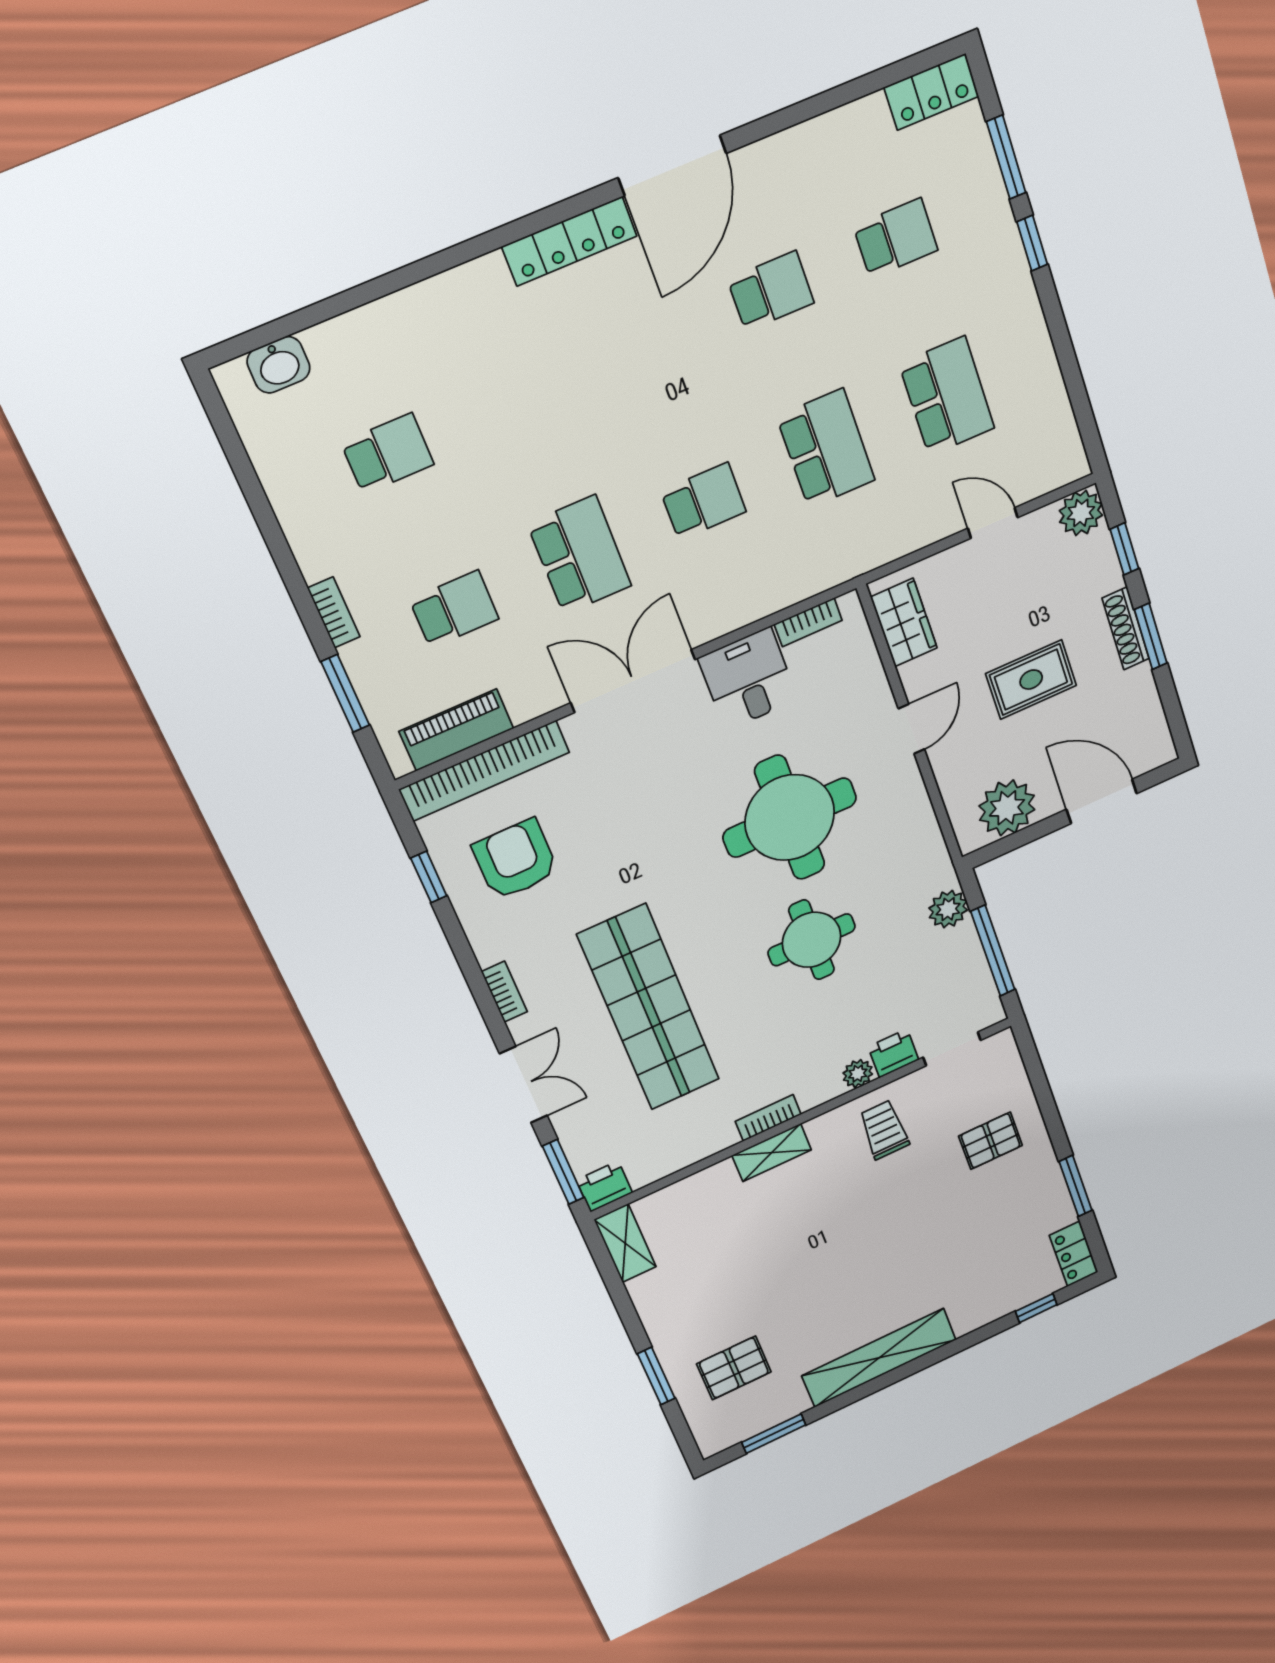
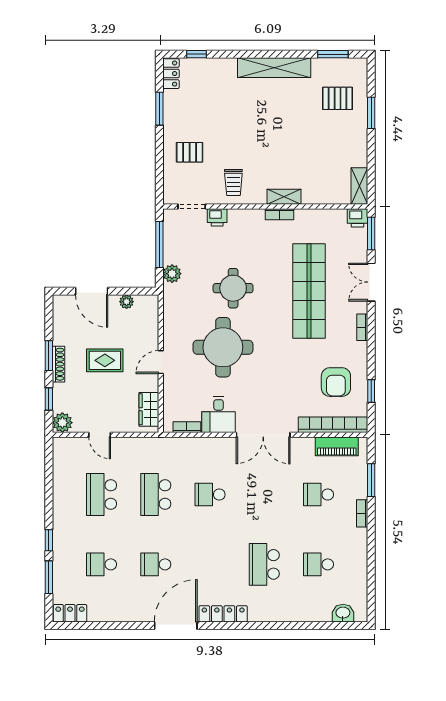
school desk: (580, 555) -> (264, 564), moved
plant: (1007, 808) -> (127, 302), width x0.53, depth x0.53
plant: (858, 1074) -> (235, 216), removed

